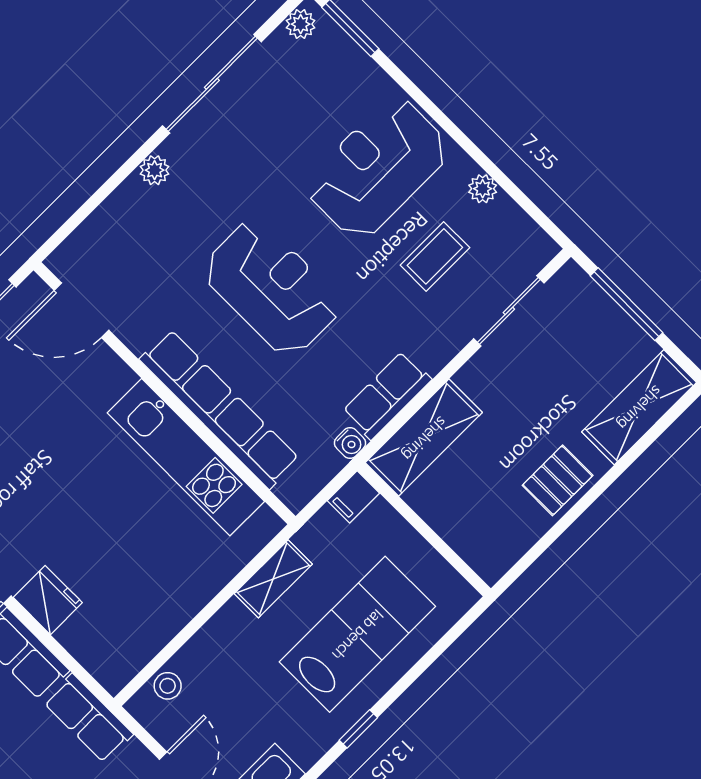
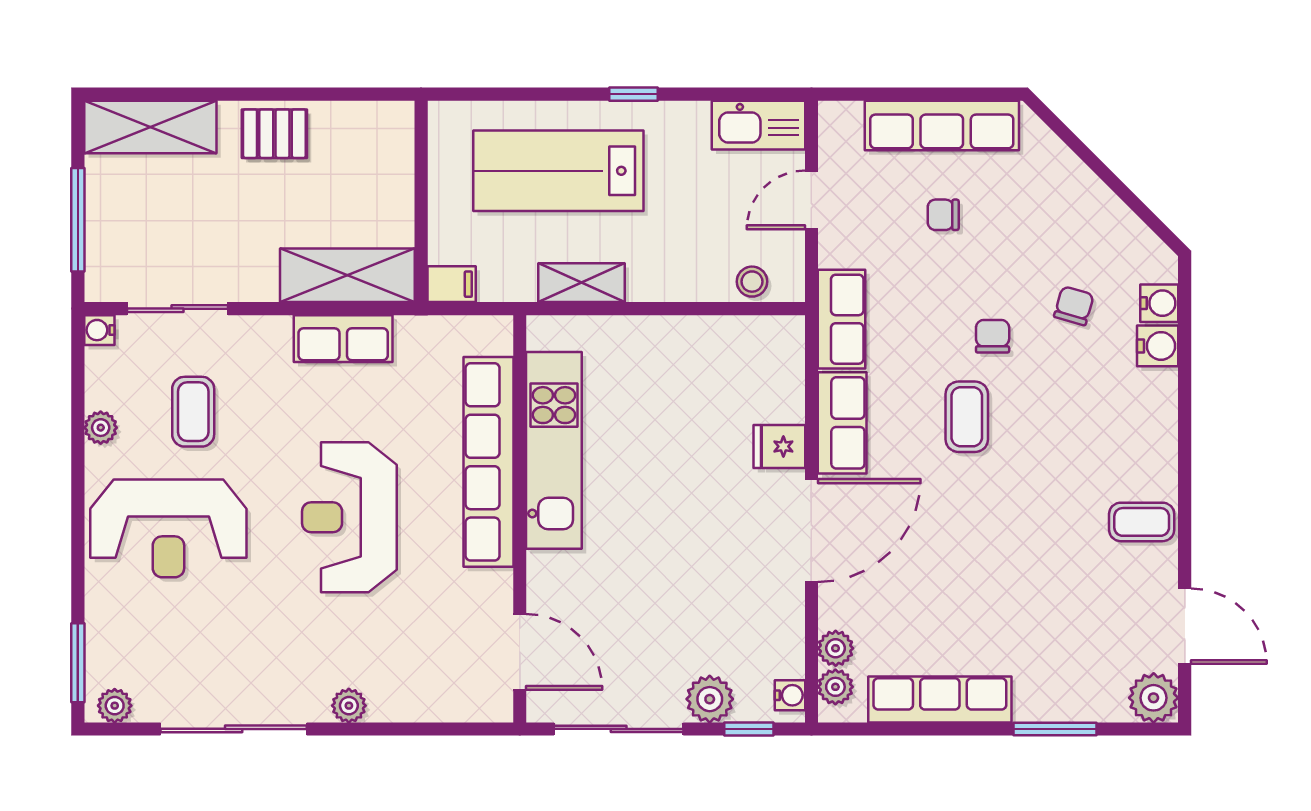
coffee table: (435, 256) -> (193, 412), turned 90
water cooler: (350, 443) -> (99, 330), moved, turned -90
fridge: (48, 600) -> (779, 446), width x0.72

